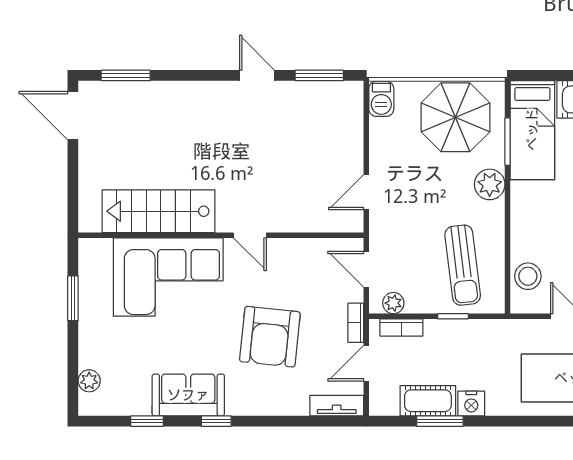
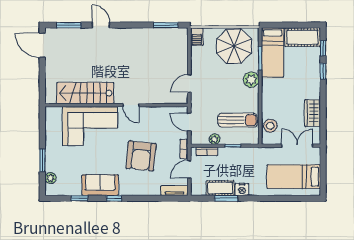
door: (257, 75) -> (101, 25), moved
sun lounger: (463, 265) -> (238, 120), turned -83
window: (73, 298) -> (42, 160), moved
plant: (393, 303) -> (215, 139), moved

